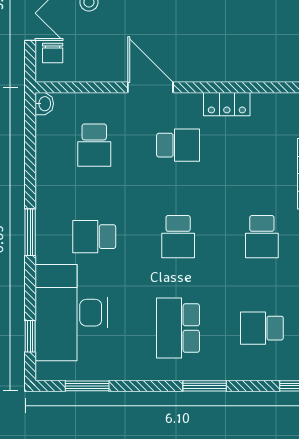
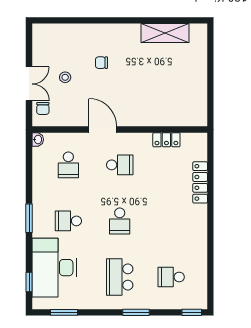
locker: (227, 104) -> (166, 140), moved
school desk: (262, 237) -> (171, 221), removed

